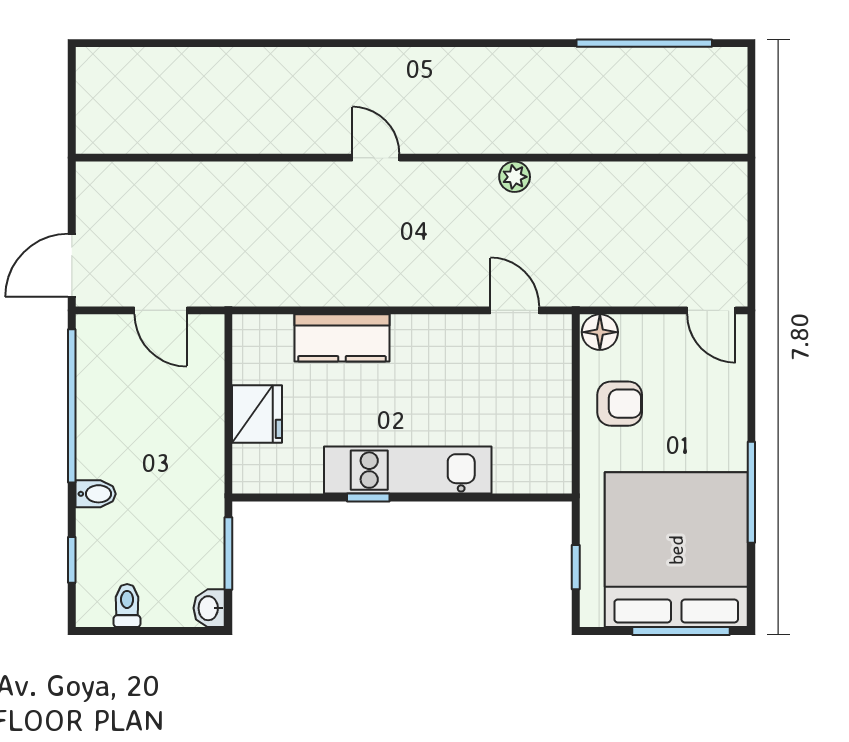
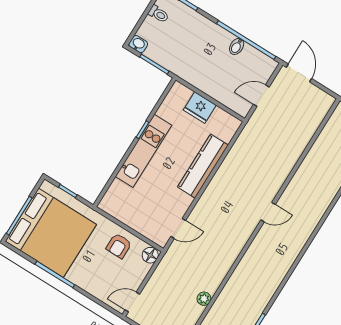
plant: (515, 177) -> (204, 299), moved
kitchen counter: (342, 338) -> (203, 166), width x1.50
bidet: (96, 494) -> (237, 46), moved

